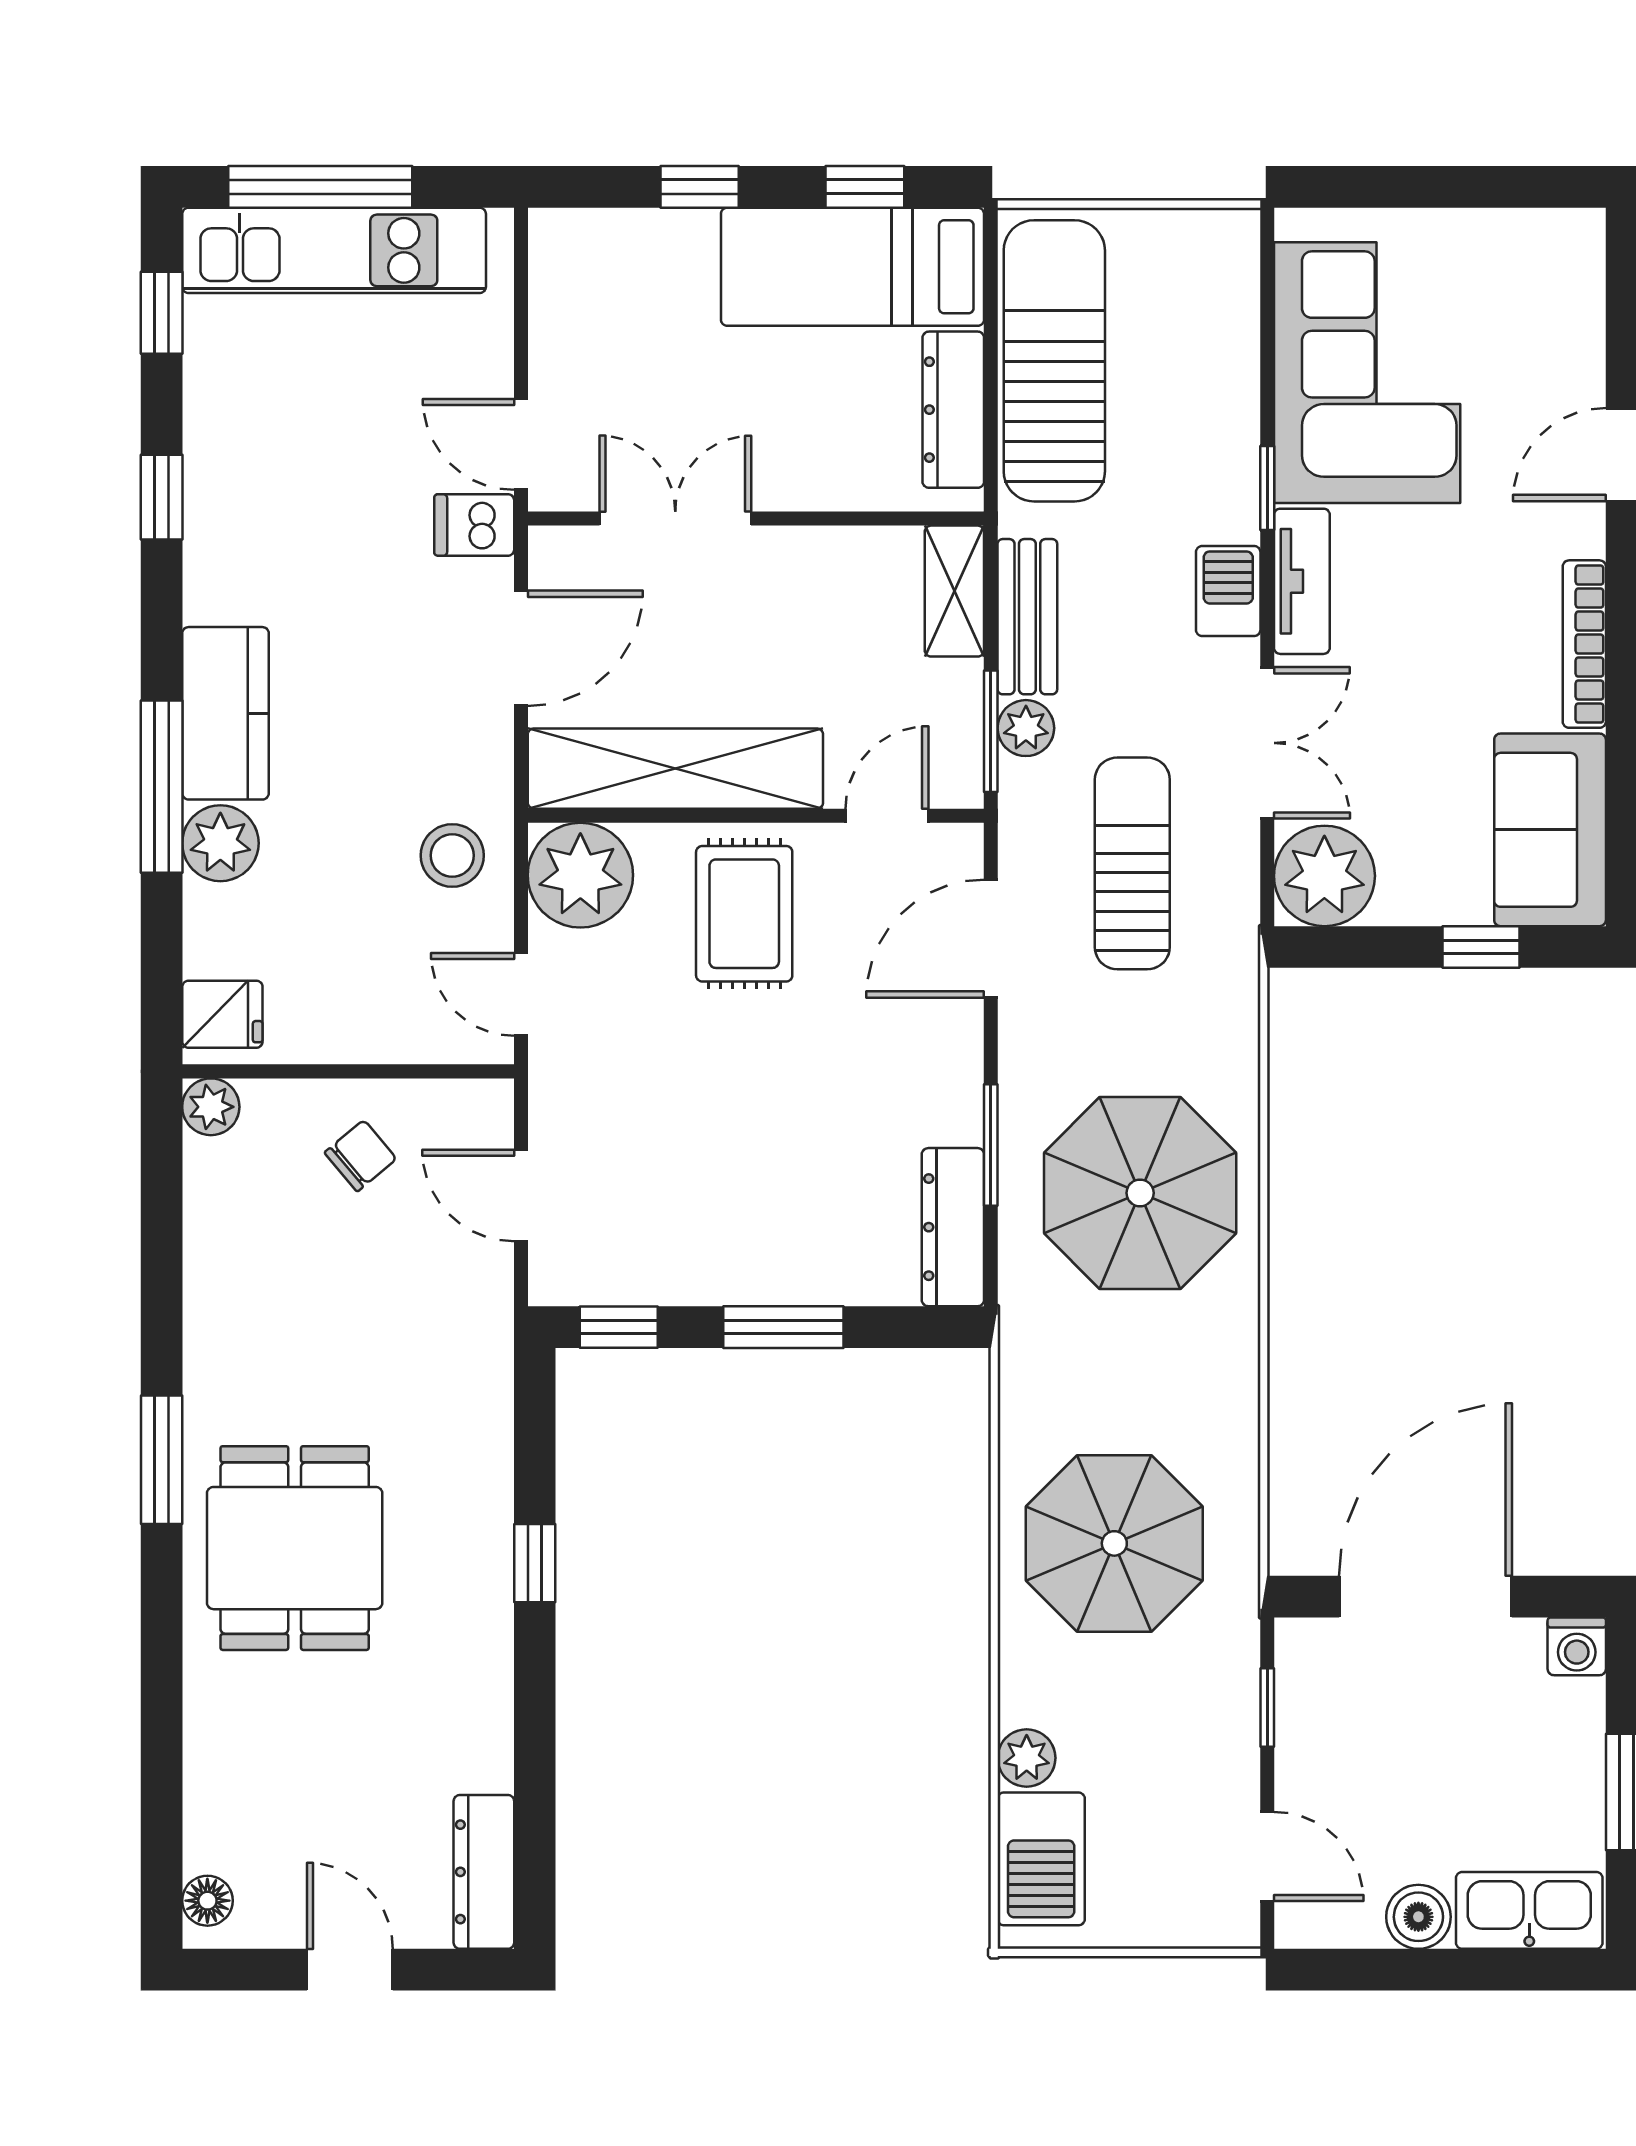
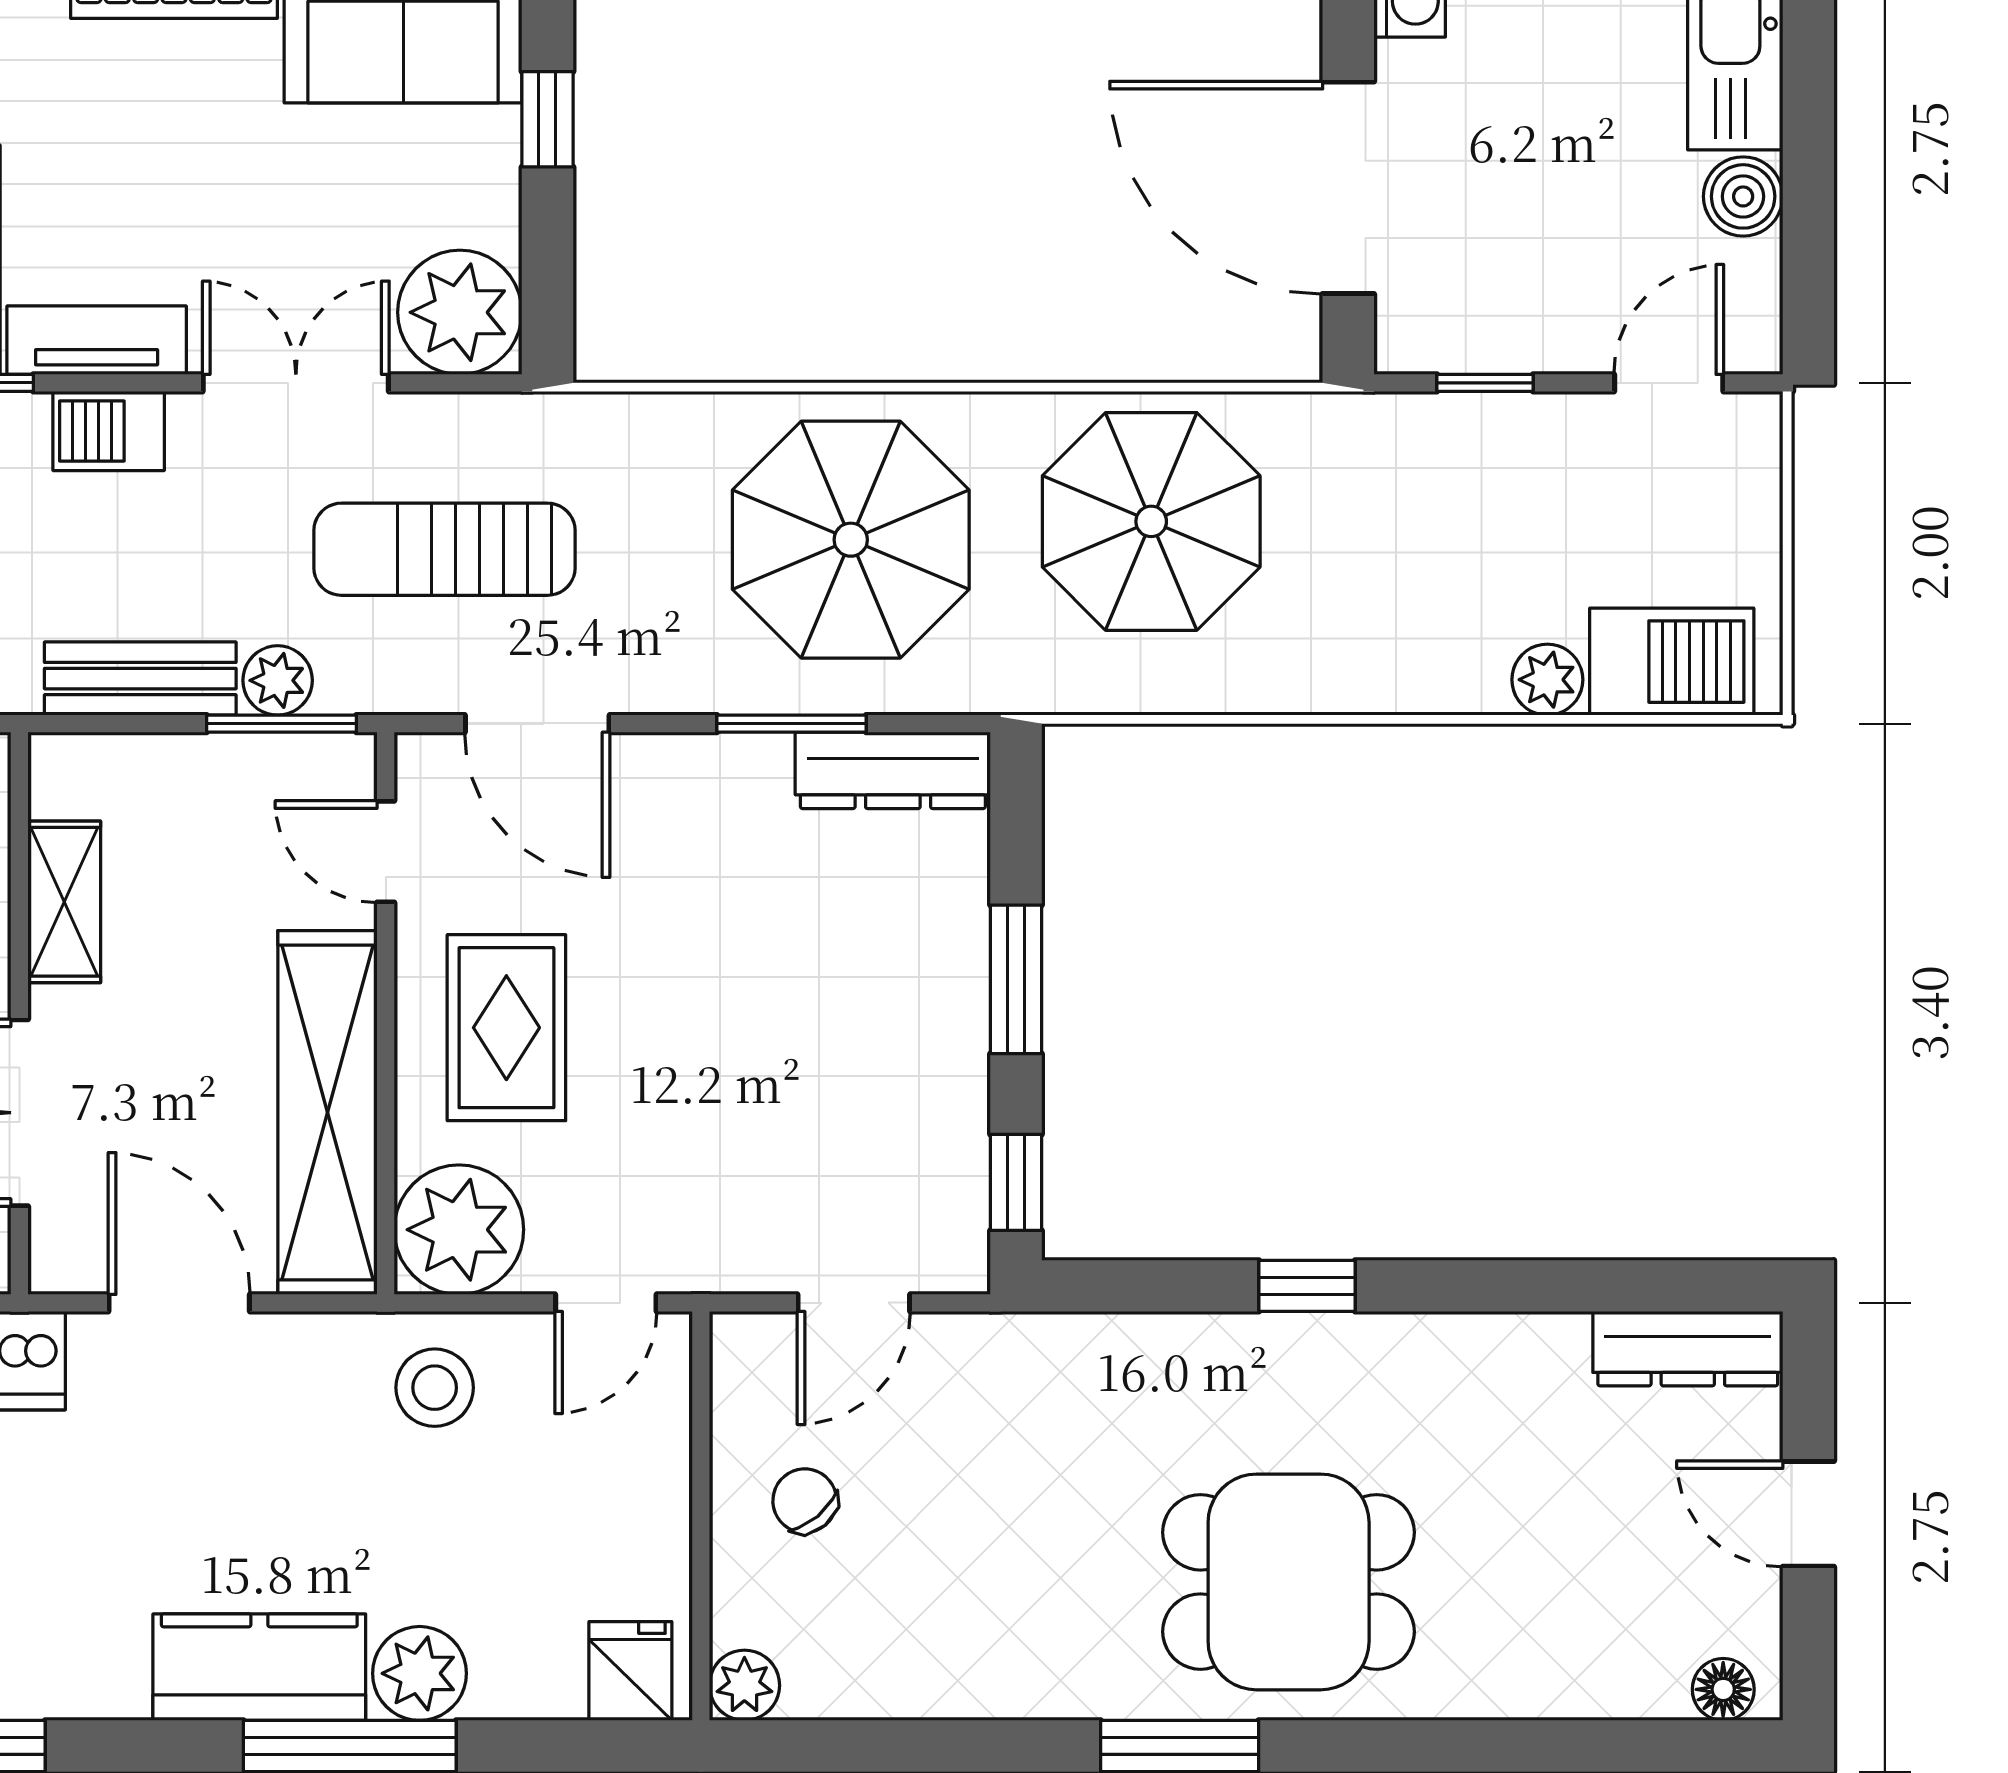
shelving: (954, 591) -> (64, 902), moved, turned 90
rug: (744, 914) -> (506, 1028), turned 90
parasol: (1114, 1543) -> (1151, 521), moved
door: (350, 1970) -> (1808, 1514), hinge flipped

